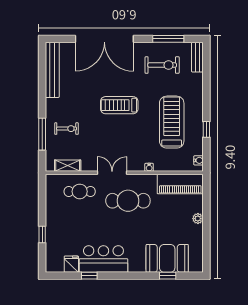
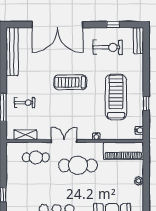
window: (168, 39) -> (113, 25), width x0.46

